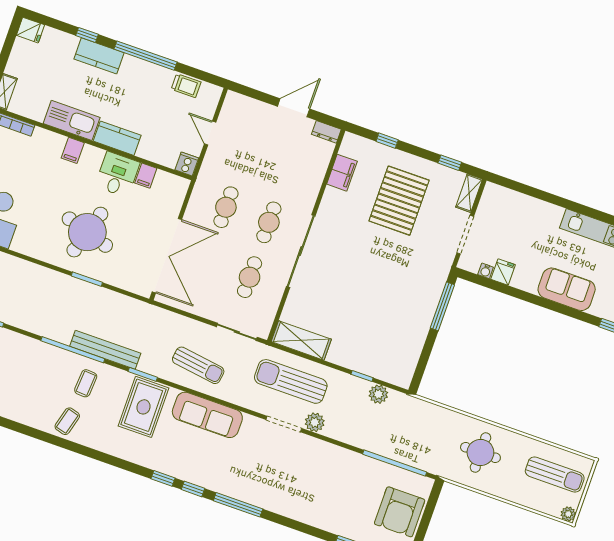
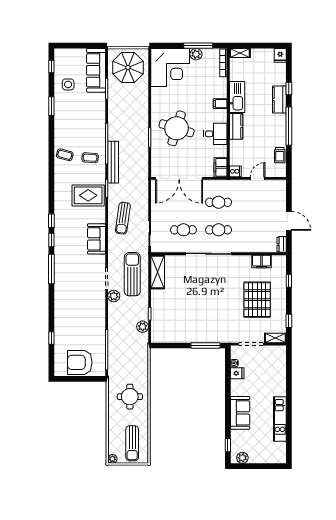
filing cabinet: (146, 176) -> (220, 167), moved, width x2.00
pallet: (399, 201) -> (257, 300), turned 90
sofa: (207, 415) -> (96, 239), width x0.73

